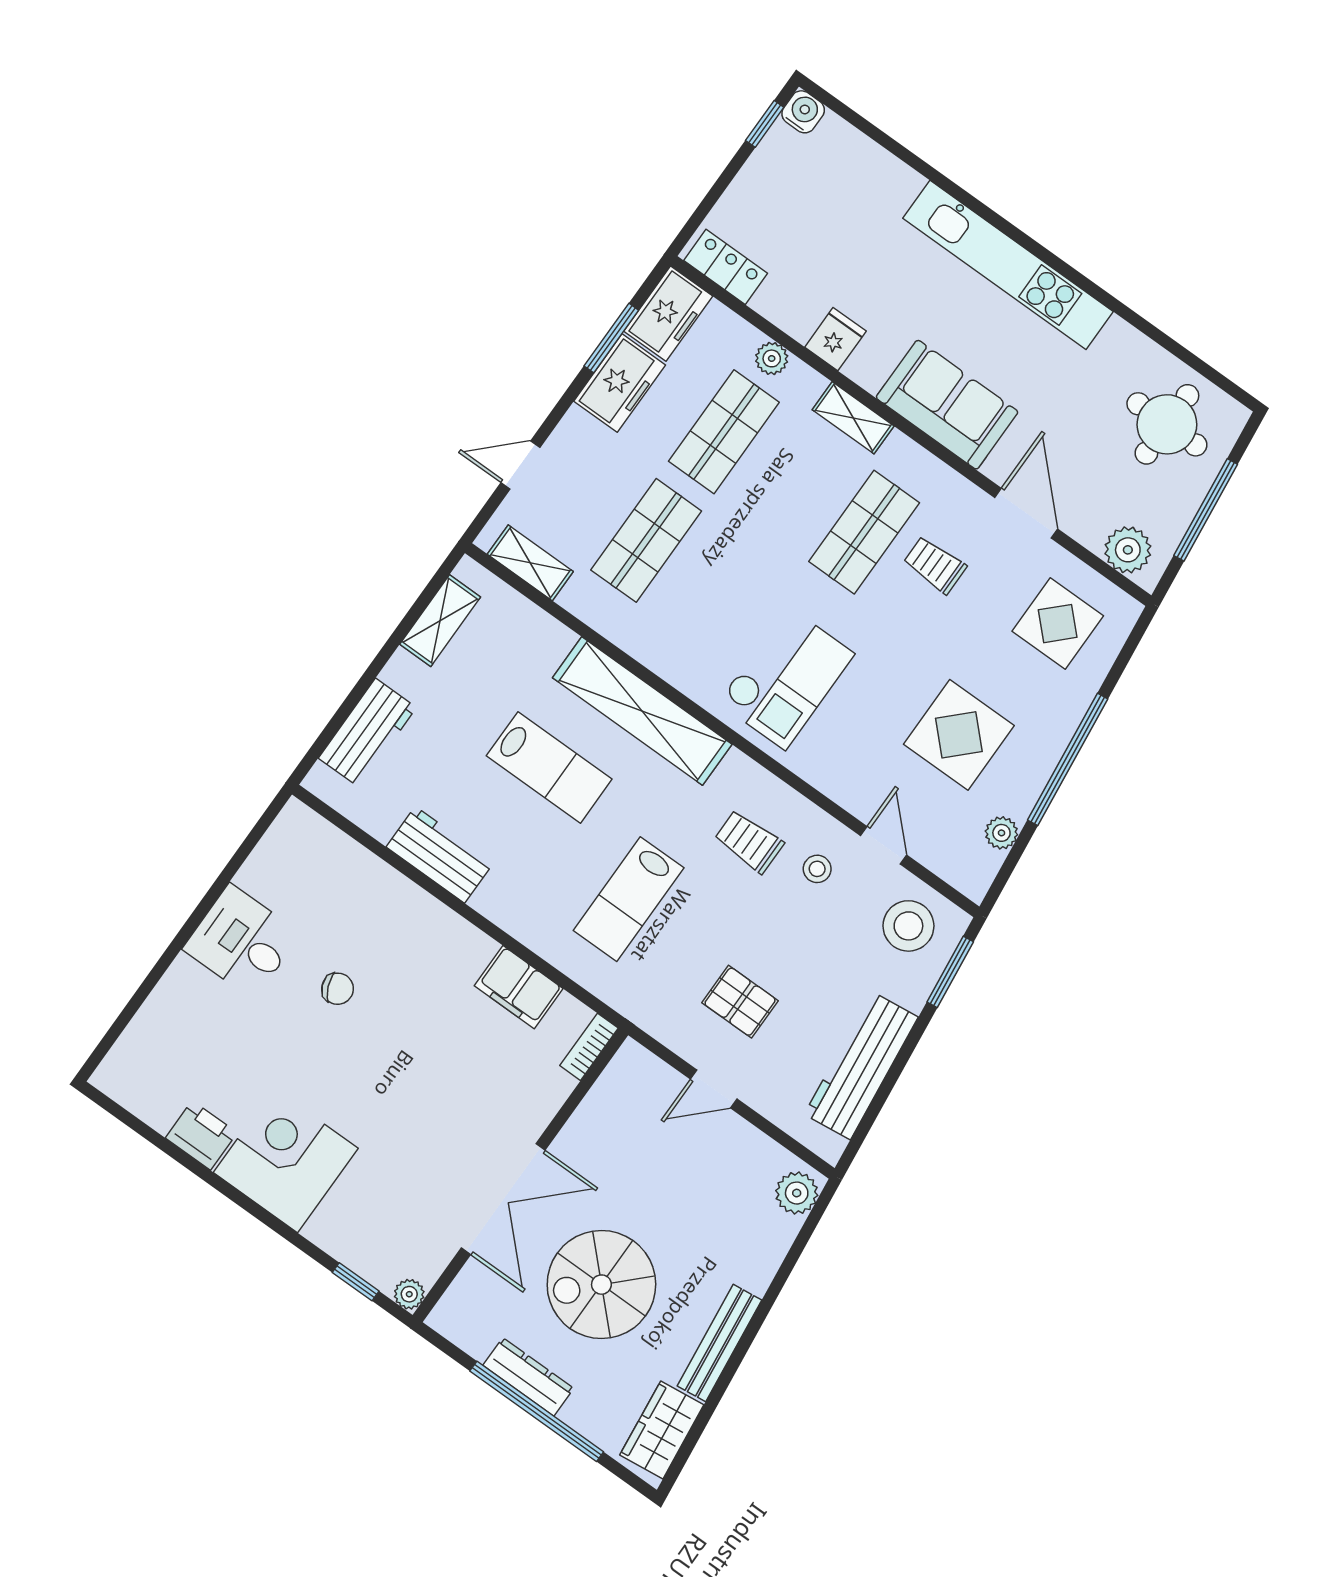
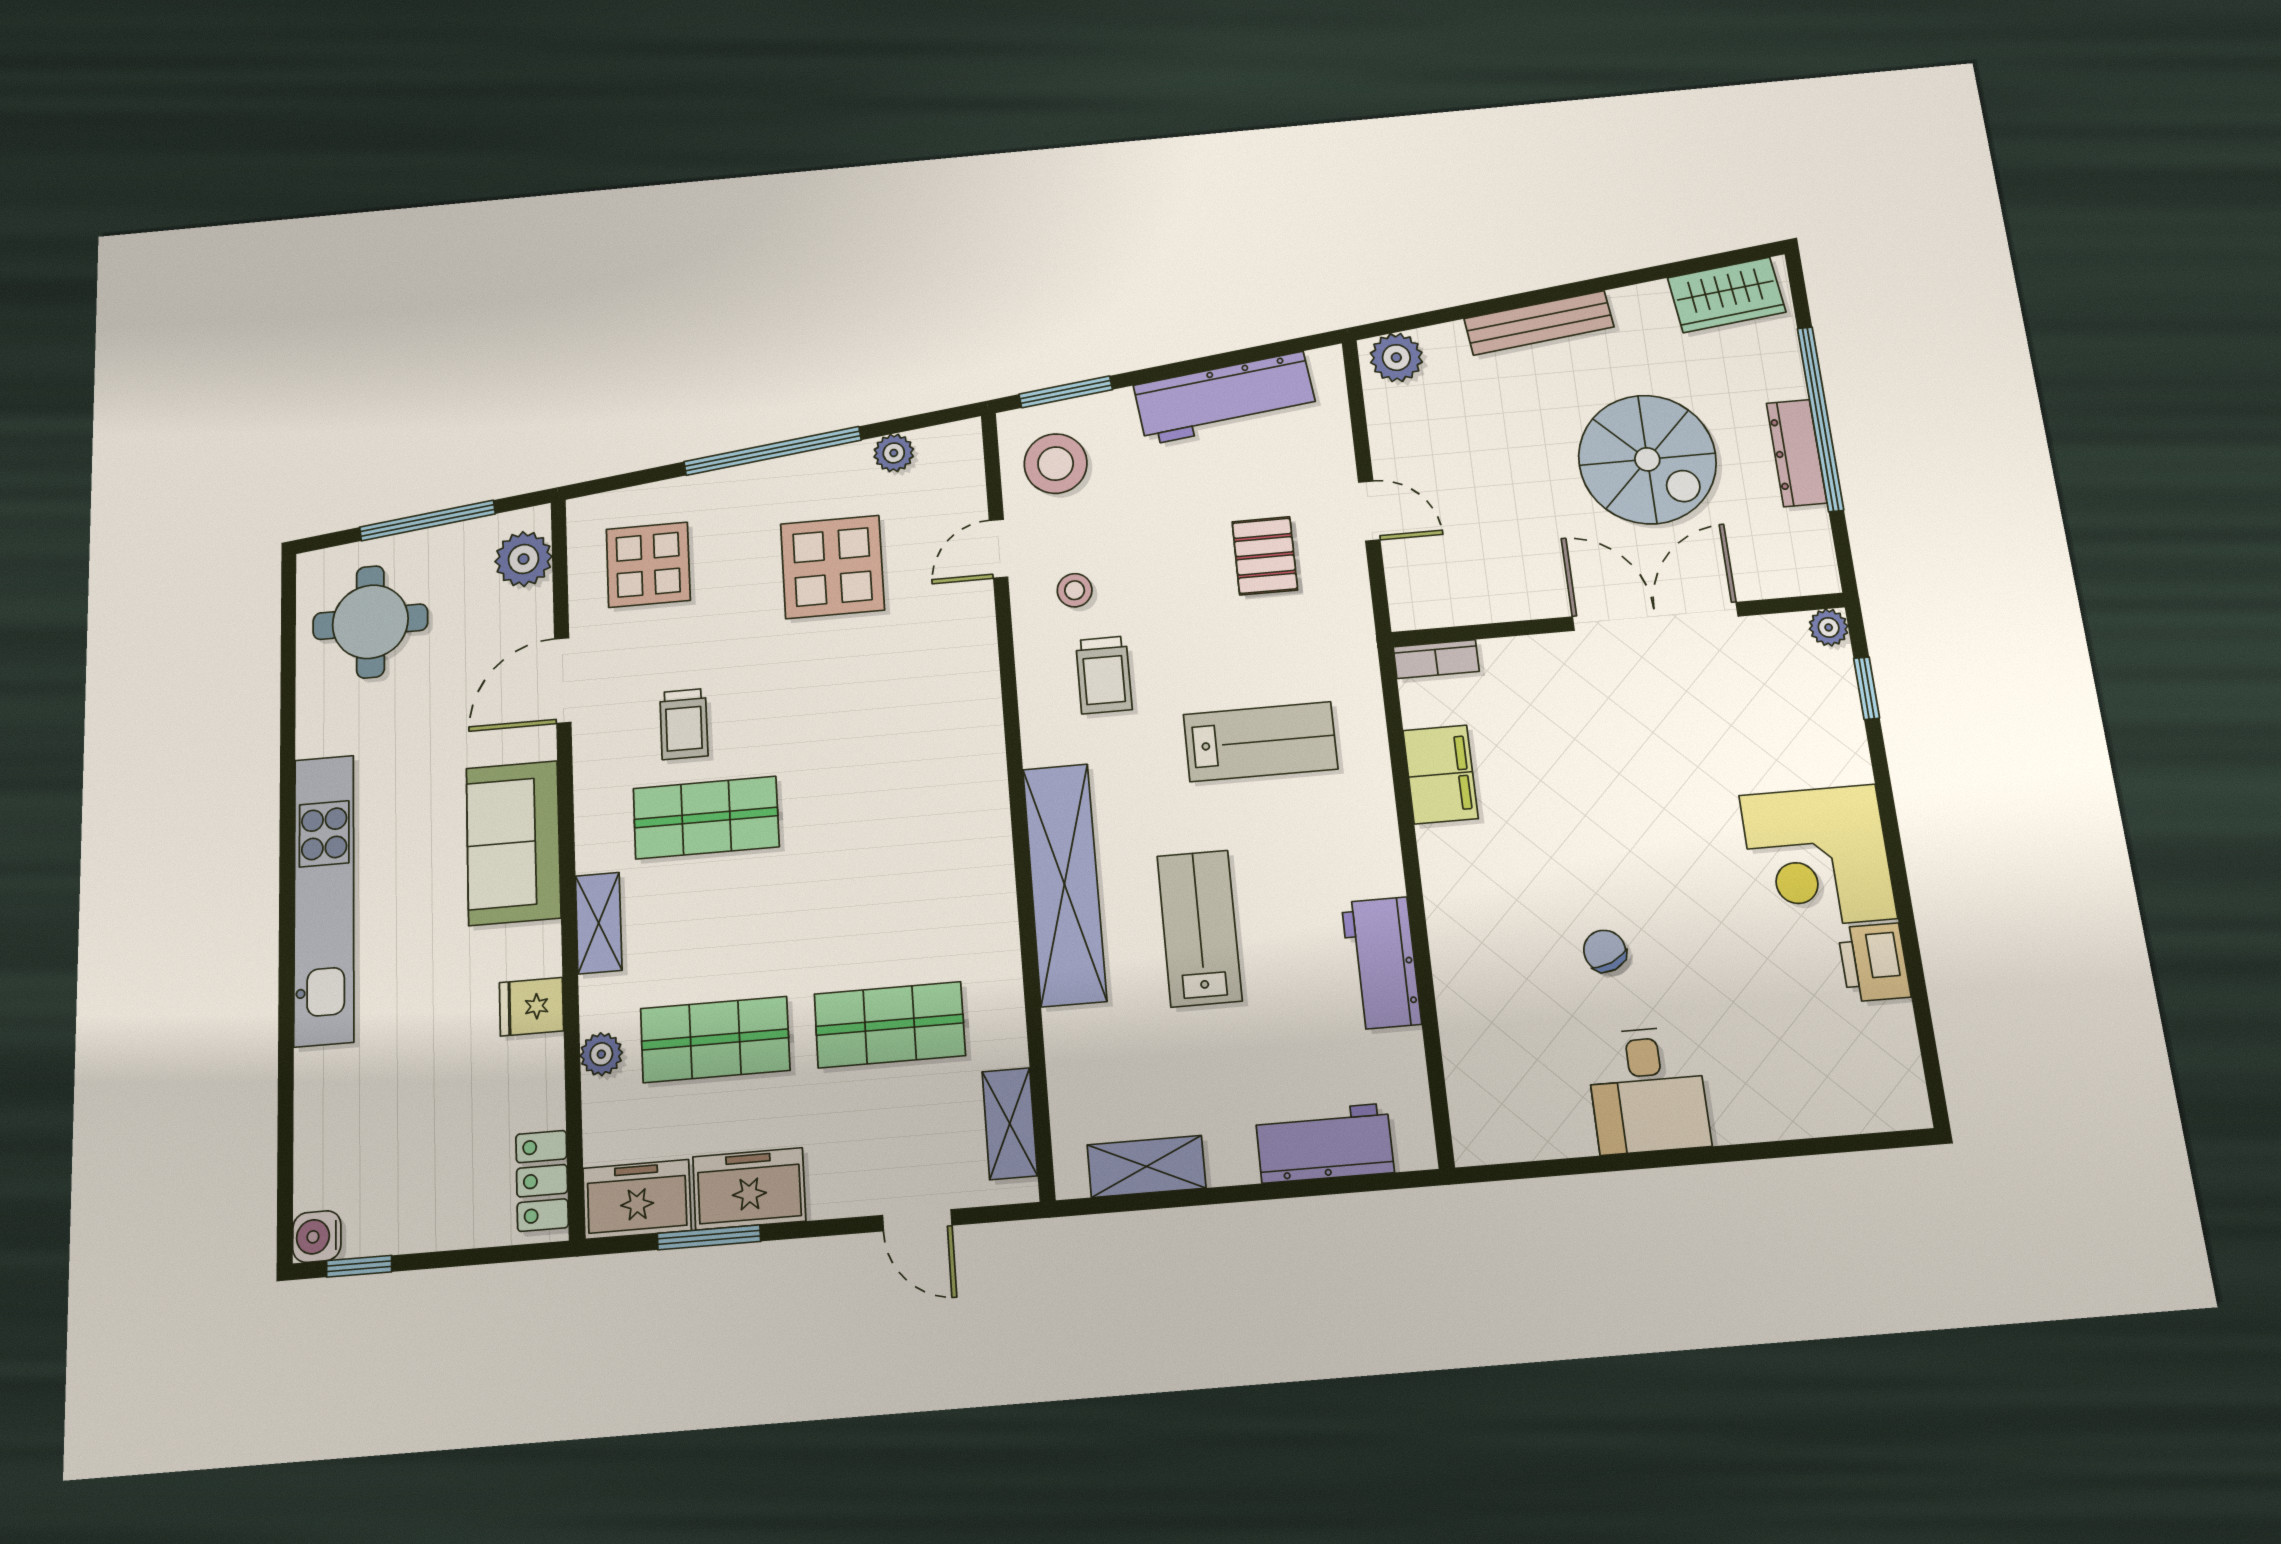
checkout: (786, 678) -> (913, 772), removed
bench: (719, 1343) -> (1539, 323), moved

